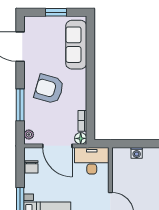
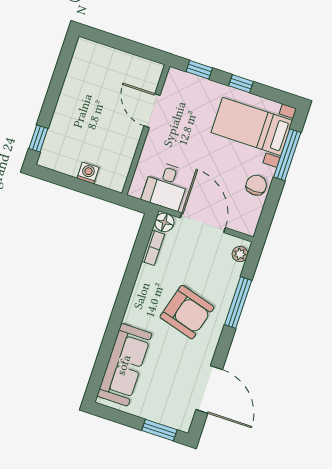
window: (56, 12) -> (159, 430), moved
desk: (92, 161) -> (166, 186), width x0.73
chair: (31, 167) -> (256, 185), moved

